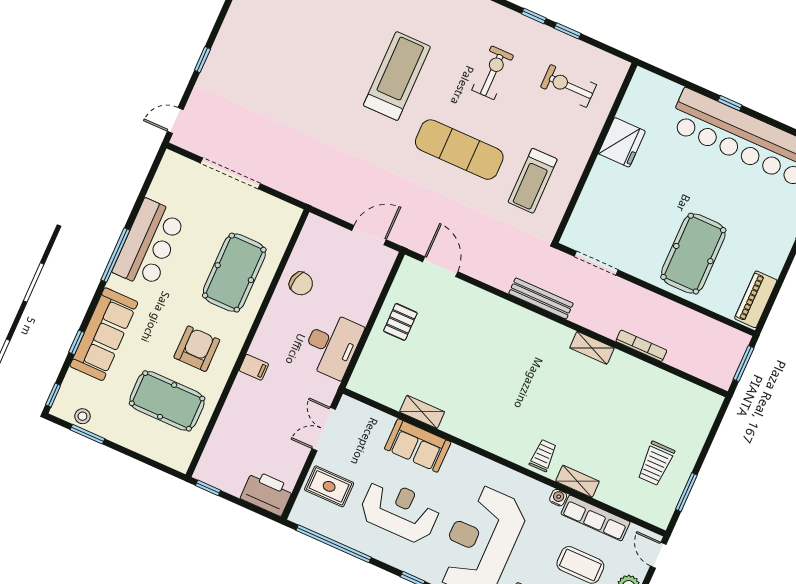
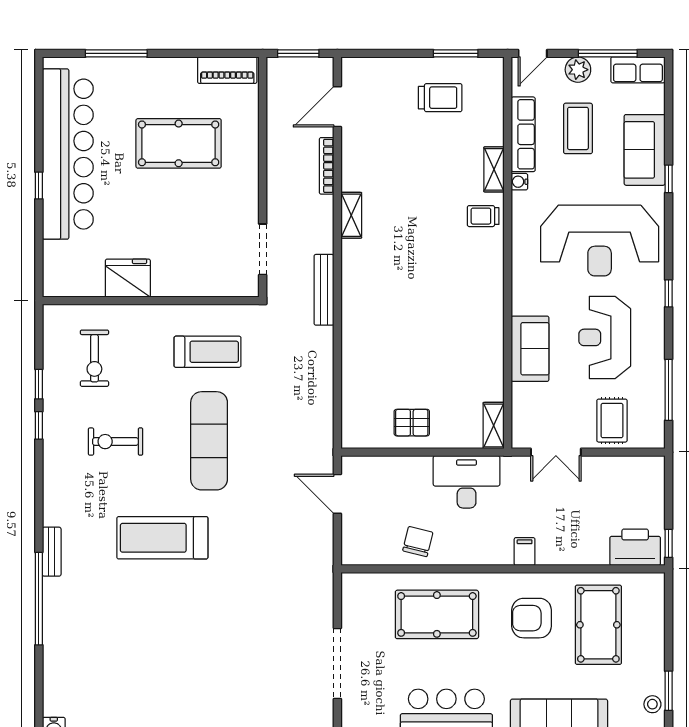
pool table: (693, 254) -> (179, 143), moved
door: (440, 267) -> (337, 107), moved
shelving: (422, 412) -> (494, 426), moved
printer: (267, 493) -> (635, 547), moved, turned 90
window: (334, 544) -> (669, 390), width x0.68

